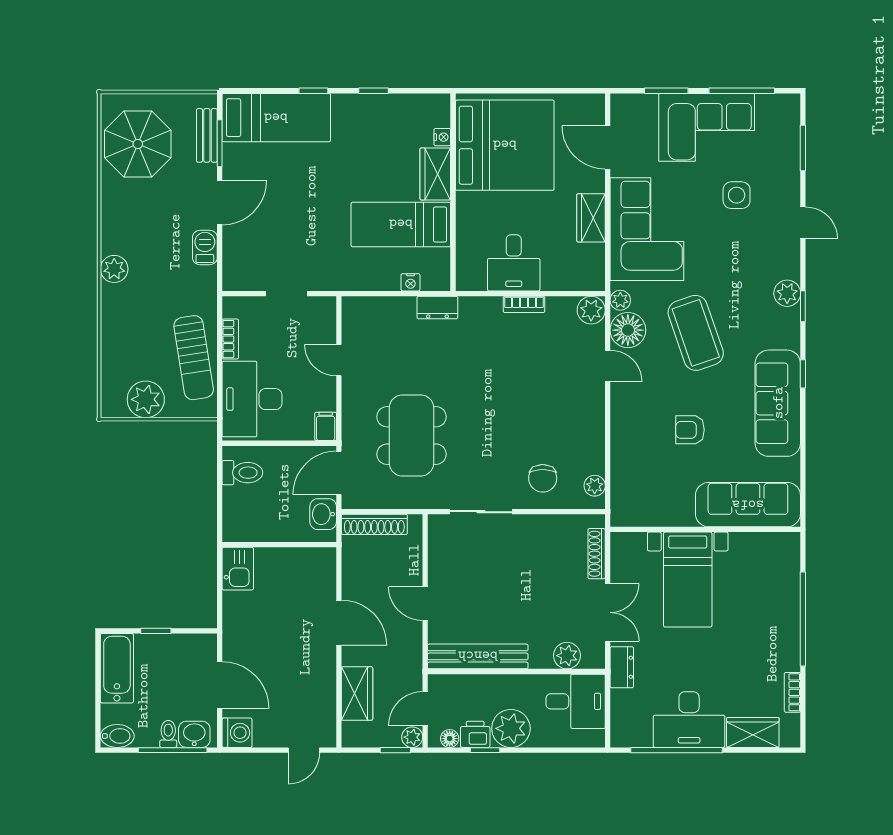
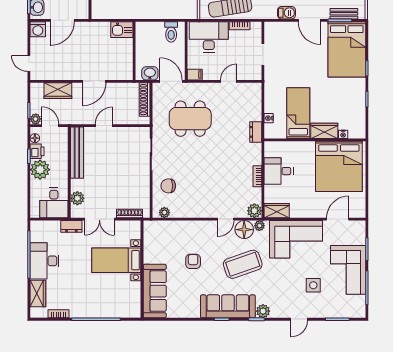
bed: (276, 118) -> (347, 49), width x1.50
wardrobe: (591, 218) -> (277, 211), moved
sofa: (778, 403) -> (228, 306), moved

